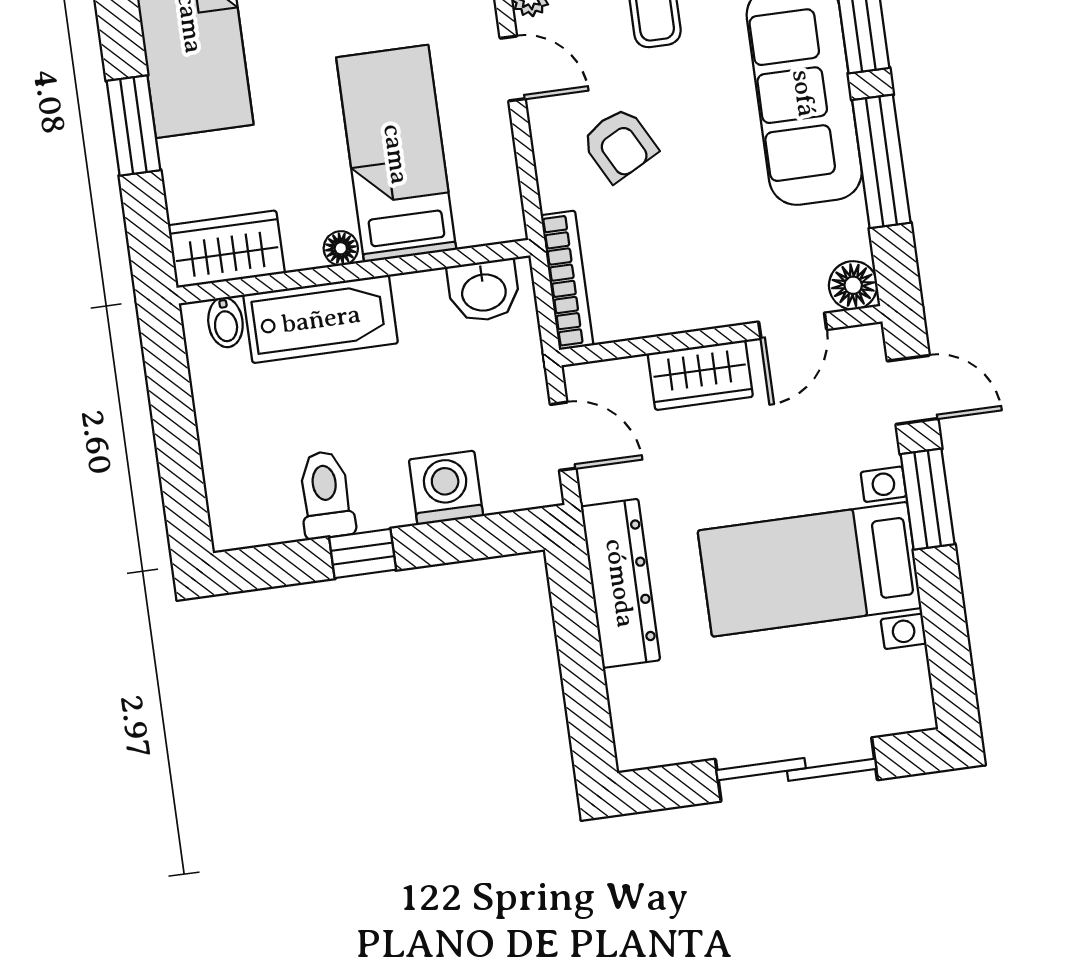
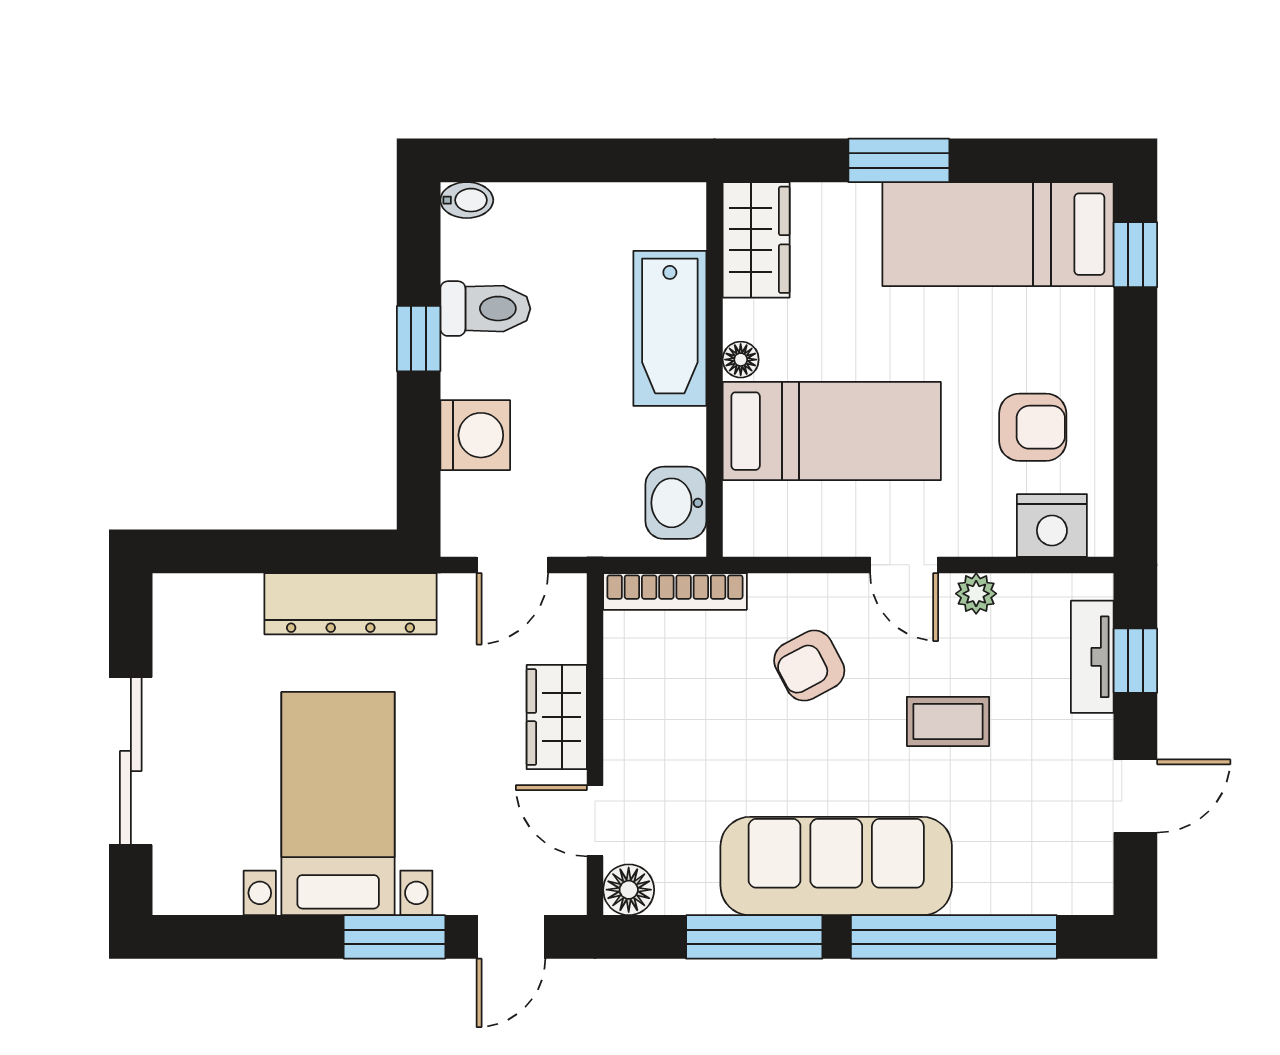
door: (513, 68) -> (904, 565), hinge flipped
bidet: (225, 322) -> (467, 200), moved, turned 180

